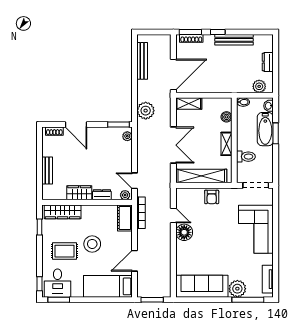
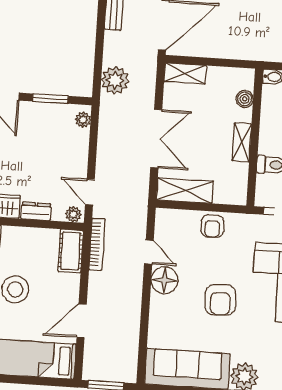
window: (119, 125) -> (50, 99), moved
shelving: (201, 176) -> (185, 191), width x0.68
armchair: (219, 242) -> (220, 300), added

